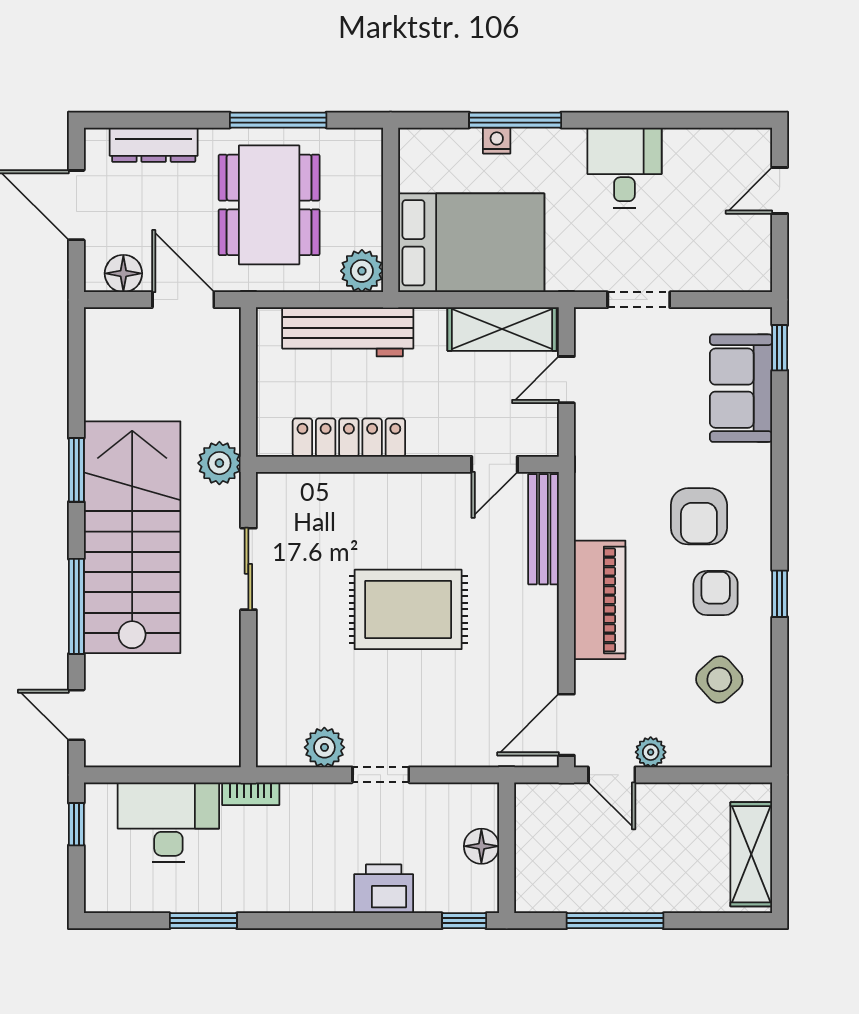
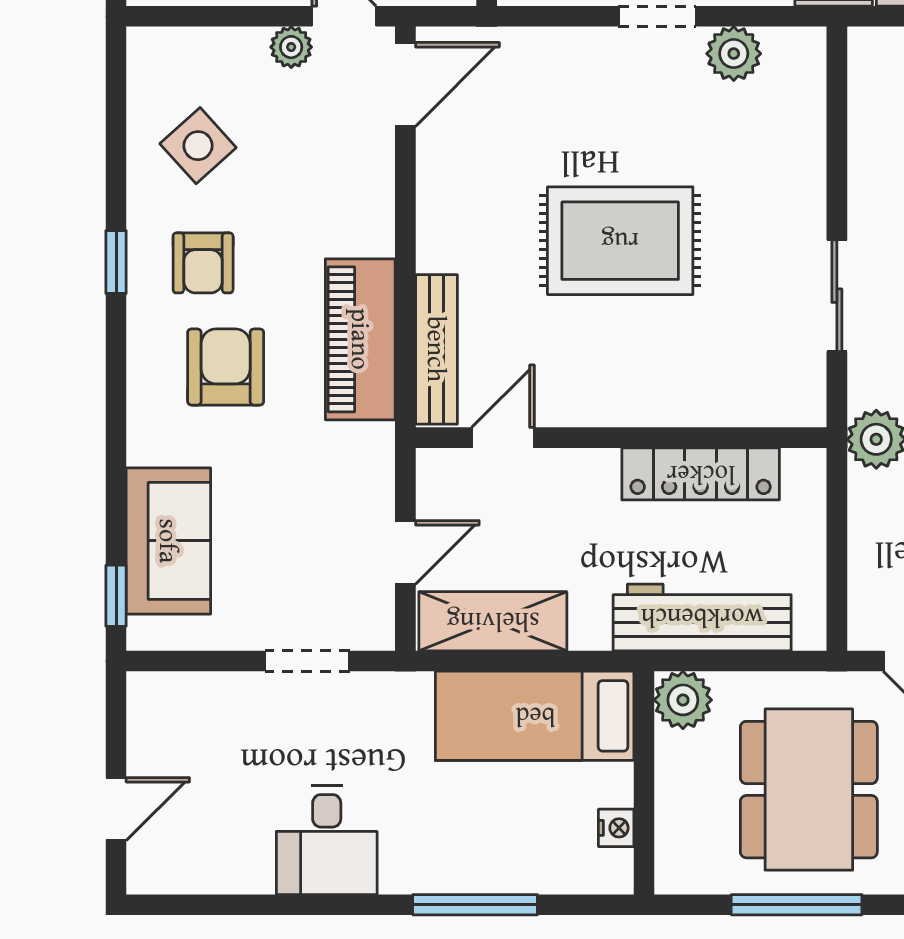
nightstand: (497, 141) -> (616, 828), moved, turned -90
bed: (471, 243) -> (535, 716), width x0.67
piano: (600, 600) -> (360, 339), moved

